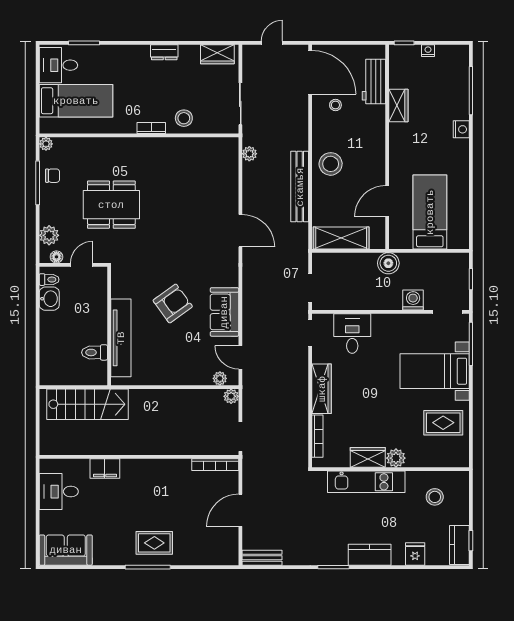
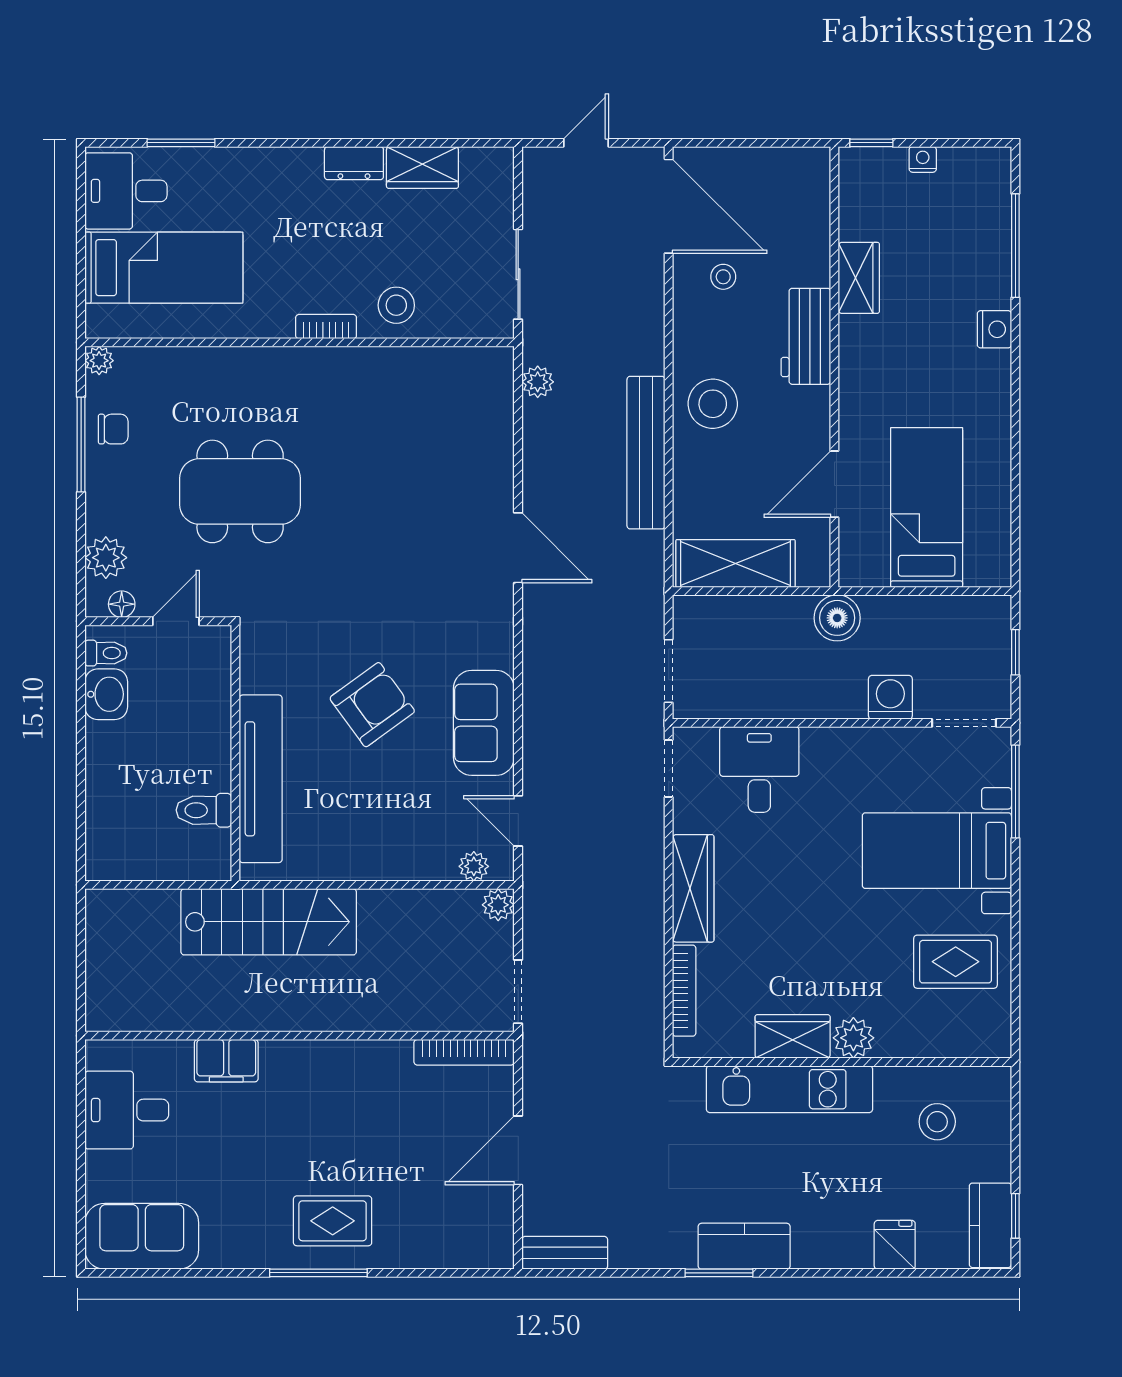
wardrobe: (217, 54) -> (422, 167), moved
workbench: (374, 82) -> (806, 336), moved
stairs: (88, 404) -> (269, 922), moved
kitchen counter: (370, 555) -> (744, 1246), moved

